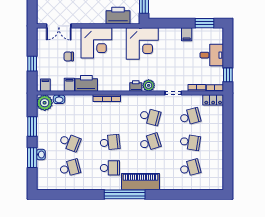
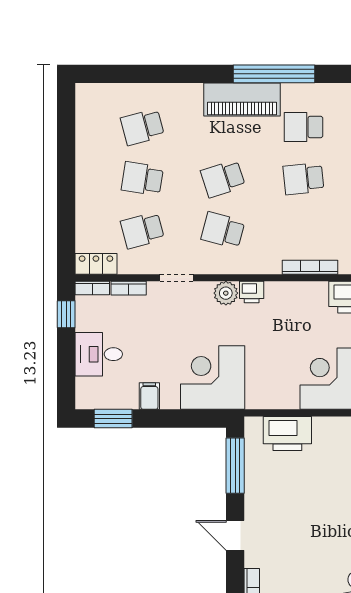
corner desk: (142, 43) -> (213, 378), moved

